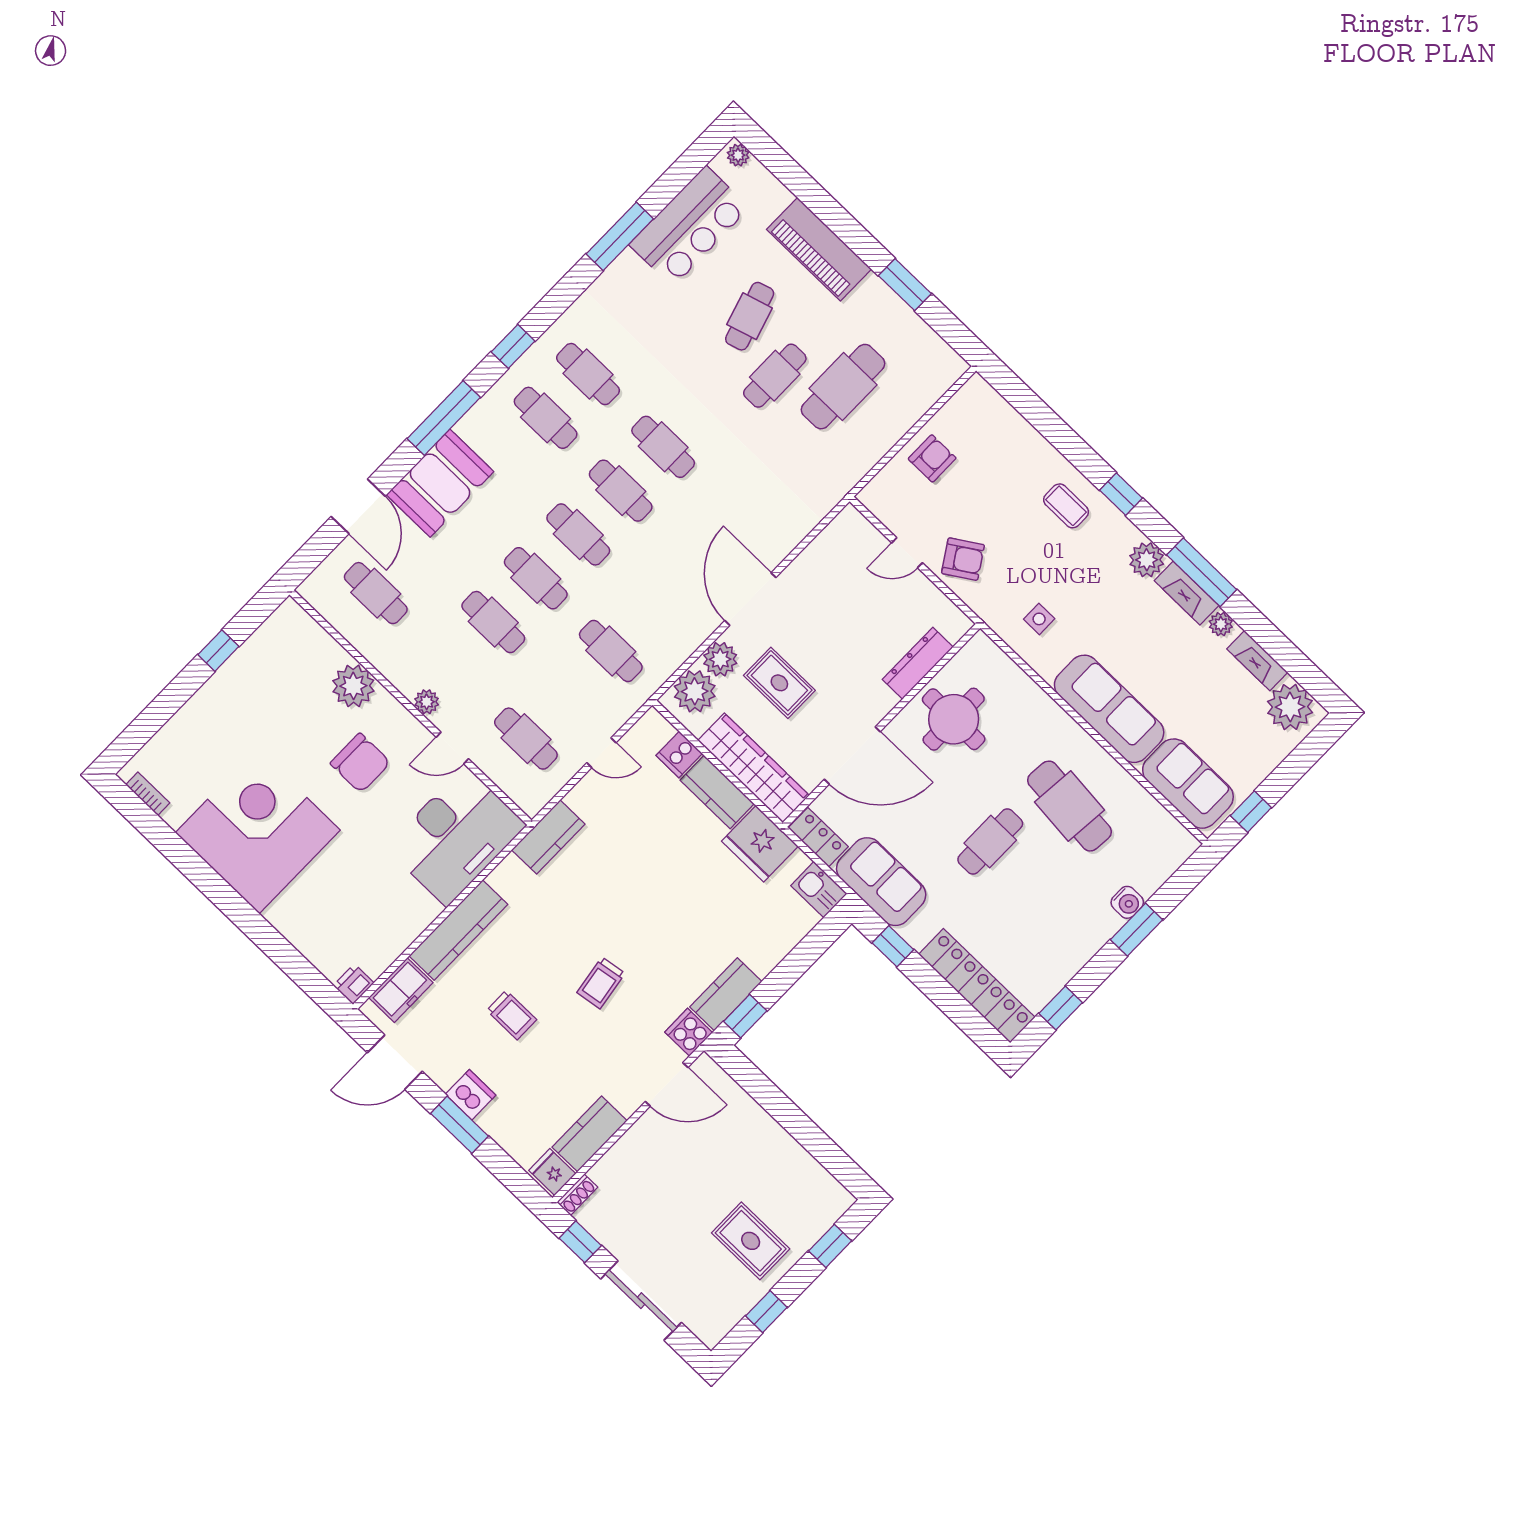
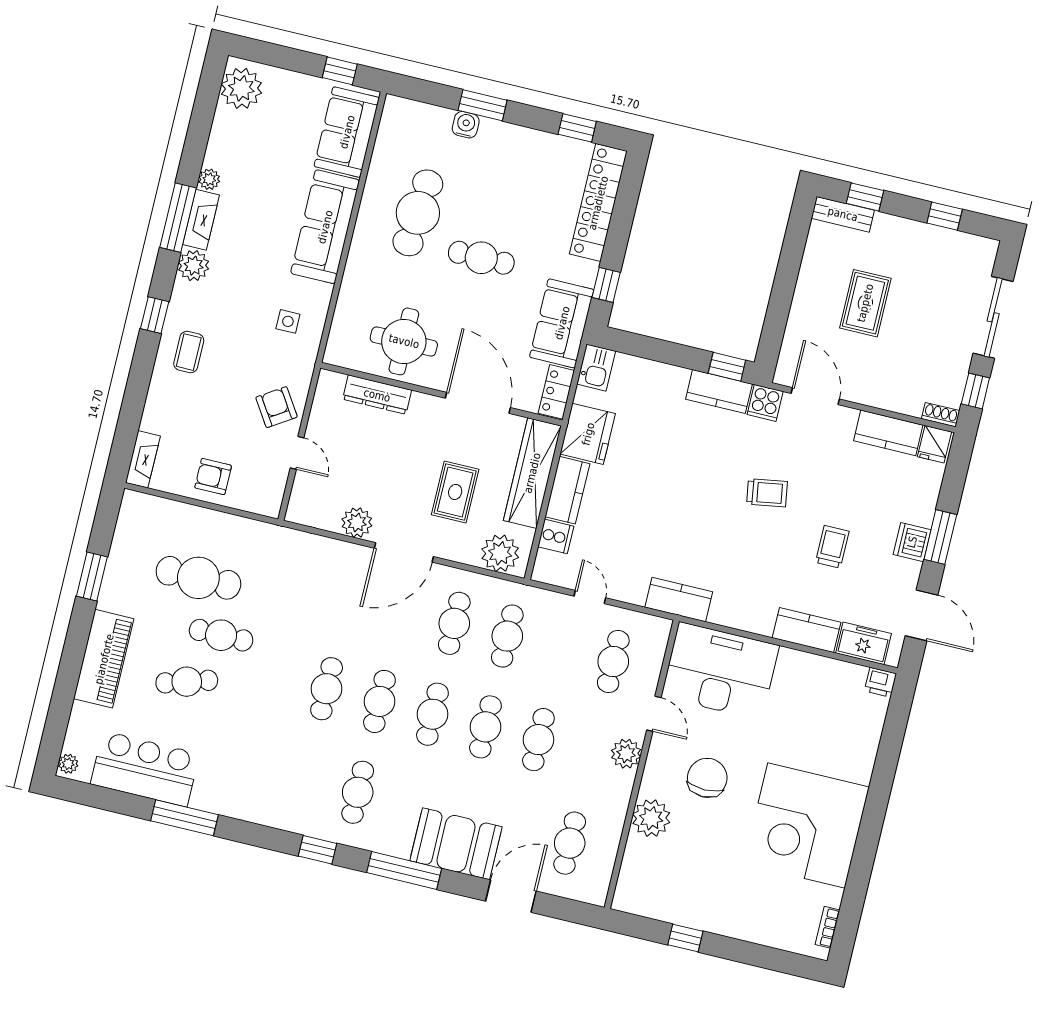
cafe table: (588, 374) -> (454, 623), moved
plant: (720, 659) -> (357, 523), moved
fireplace: (1257, 661) -> (143, 459), moved
plant: (427, 702) -> (626, 754), width x1.38, depth x1.38
kitchen counter: (458, 930) -> (807, 630), width x0.67
bench: (826, 1215) -> (843, 214), added
rug: (751, 1241) -> (865, 303), moved

